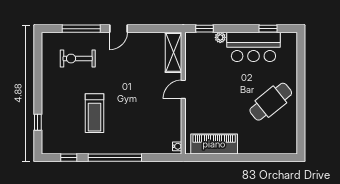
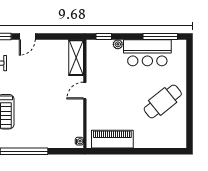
window: (268, 29) -> (160, 36), width x2.17

